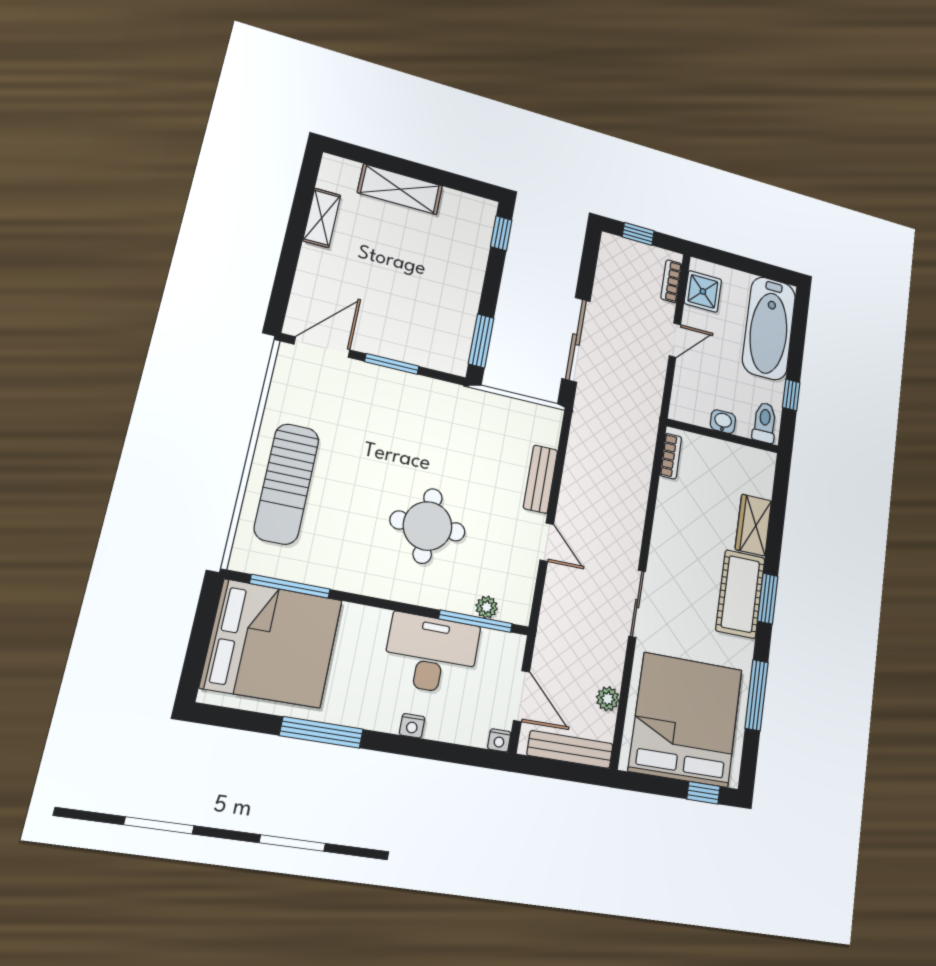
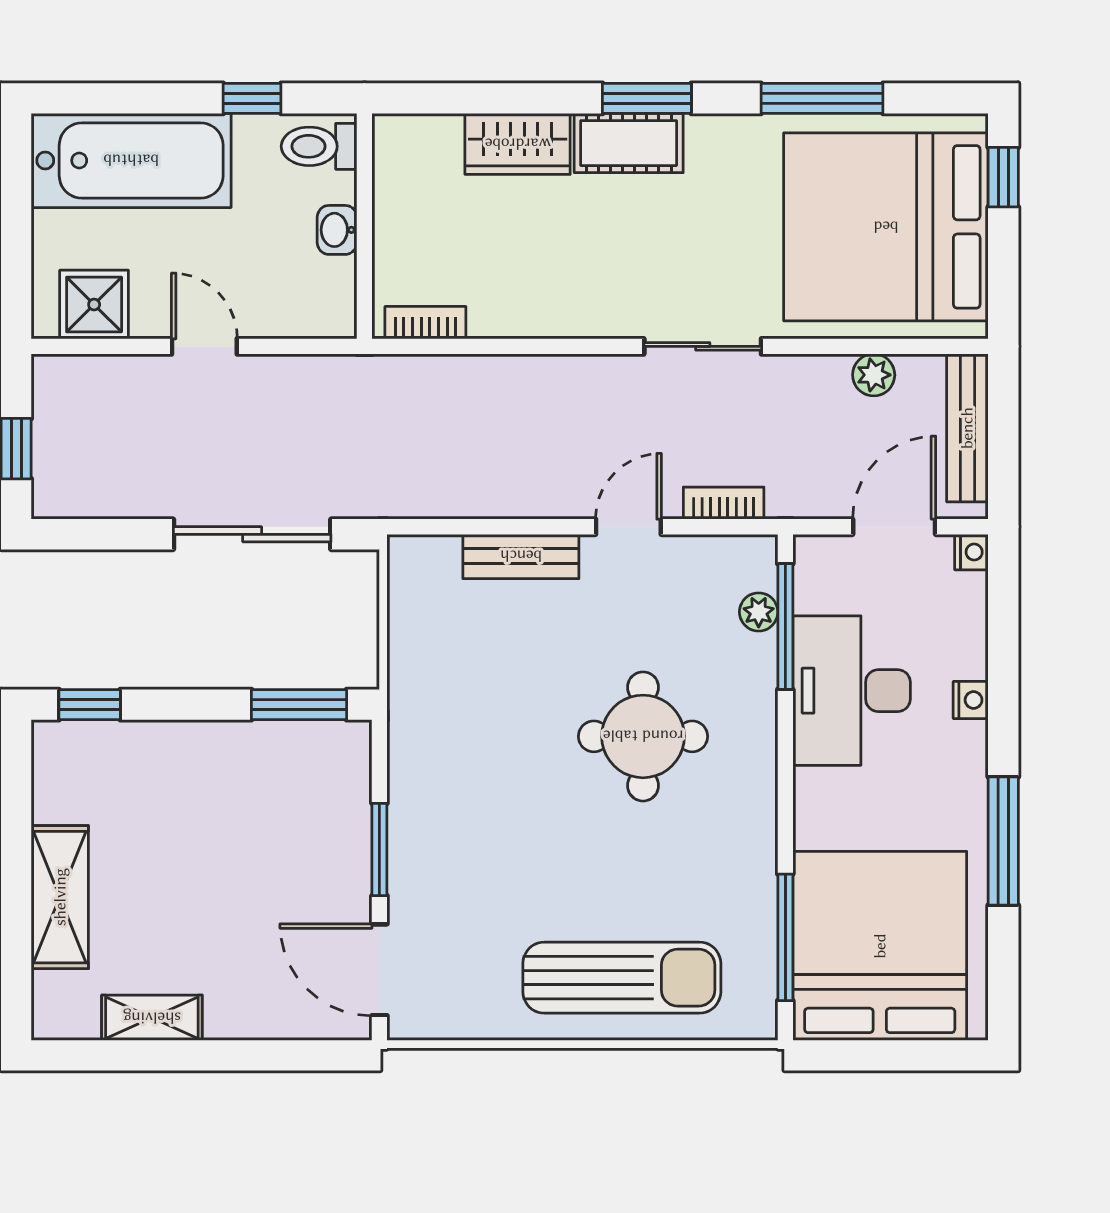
bookcase: (671, 281) -> (724, 503), moved, turned 180
cot: (740, 594) -> (629, 143), width x0.73, depth x0.75

